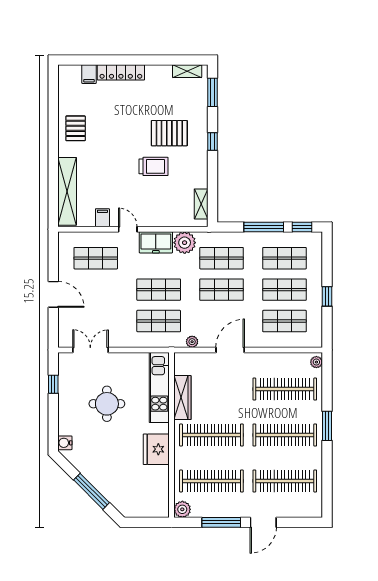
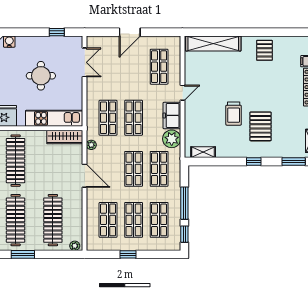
pallet: (76, 128) -> (264, 50), turned 90
filing cabinet: (102, 218) -> (192, 72), removed
wardrobe: (182, 398) -> (65, 137), moved

